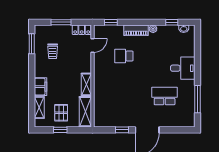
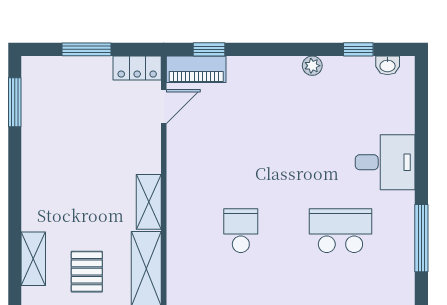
piano: (136, 30) -> (196, 69), moved
trolley: (53, 51) -> (66, 121), removed
school desk: (124, 56) -> (241, 231), moved, turned 90
filing cabinet: (40, 87) -> (36, 208), removed

